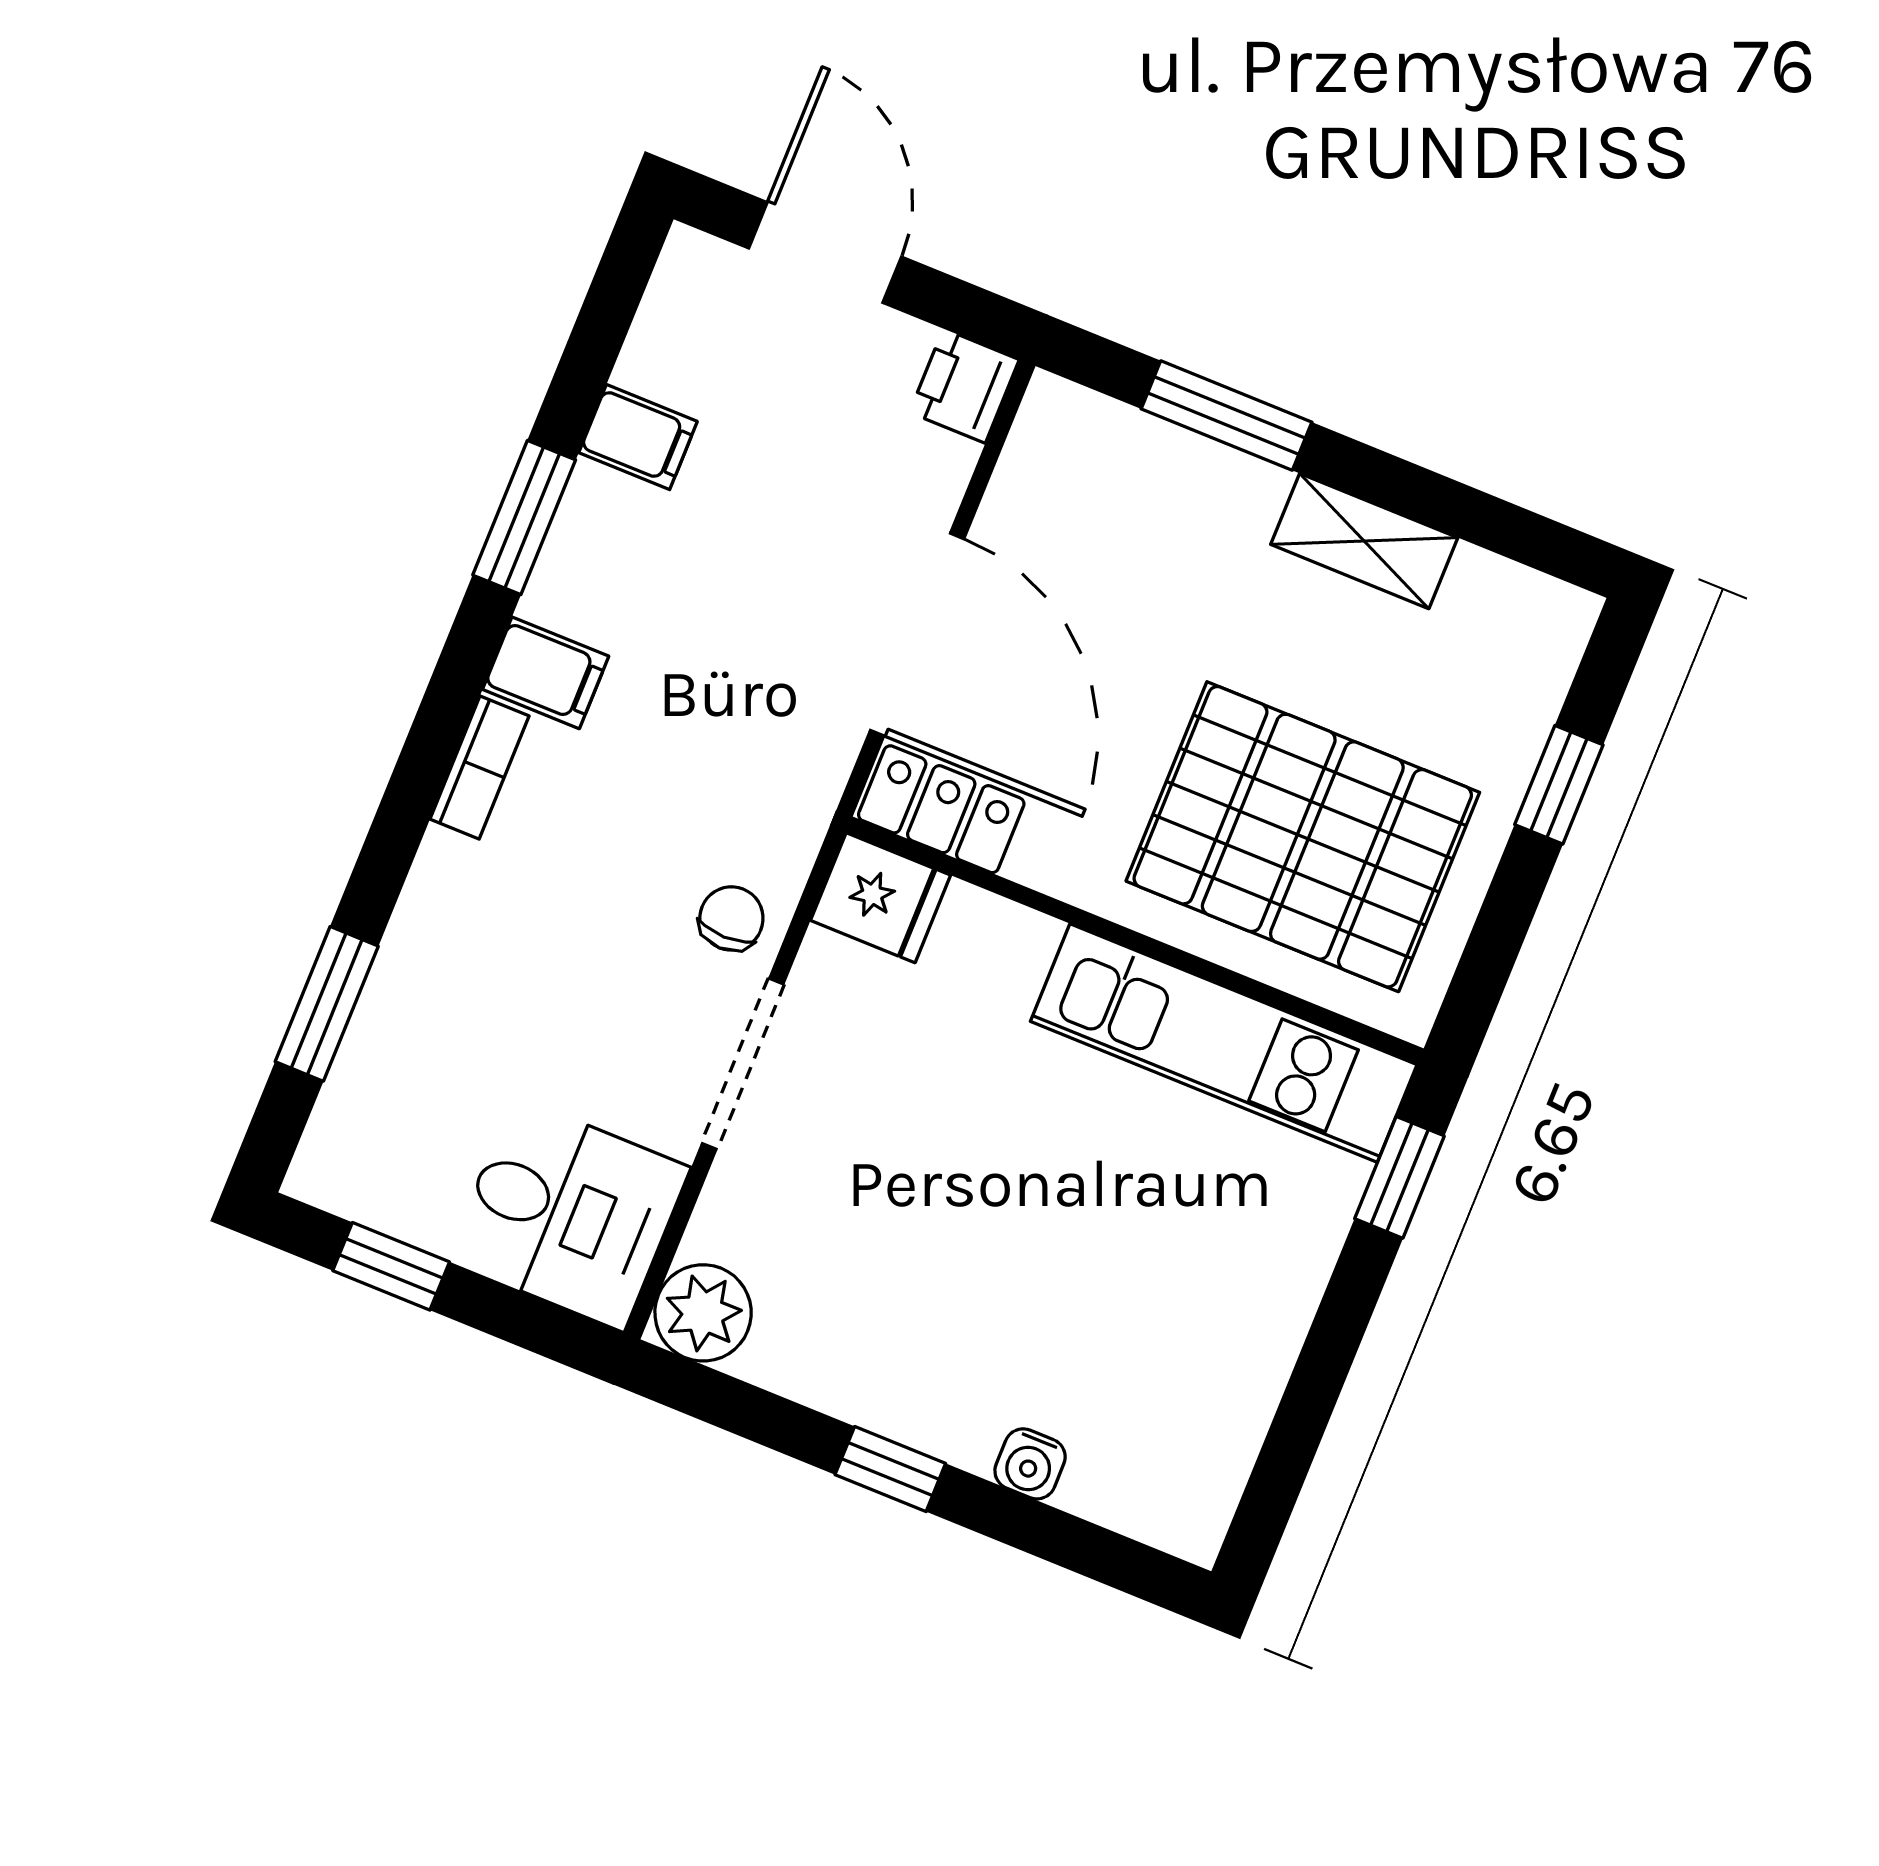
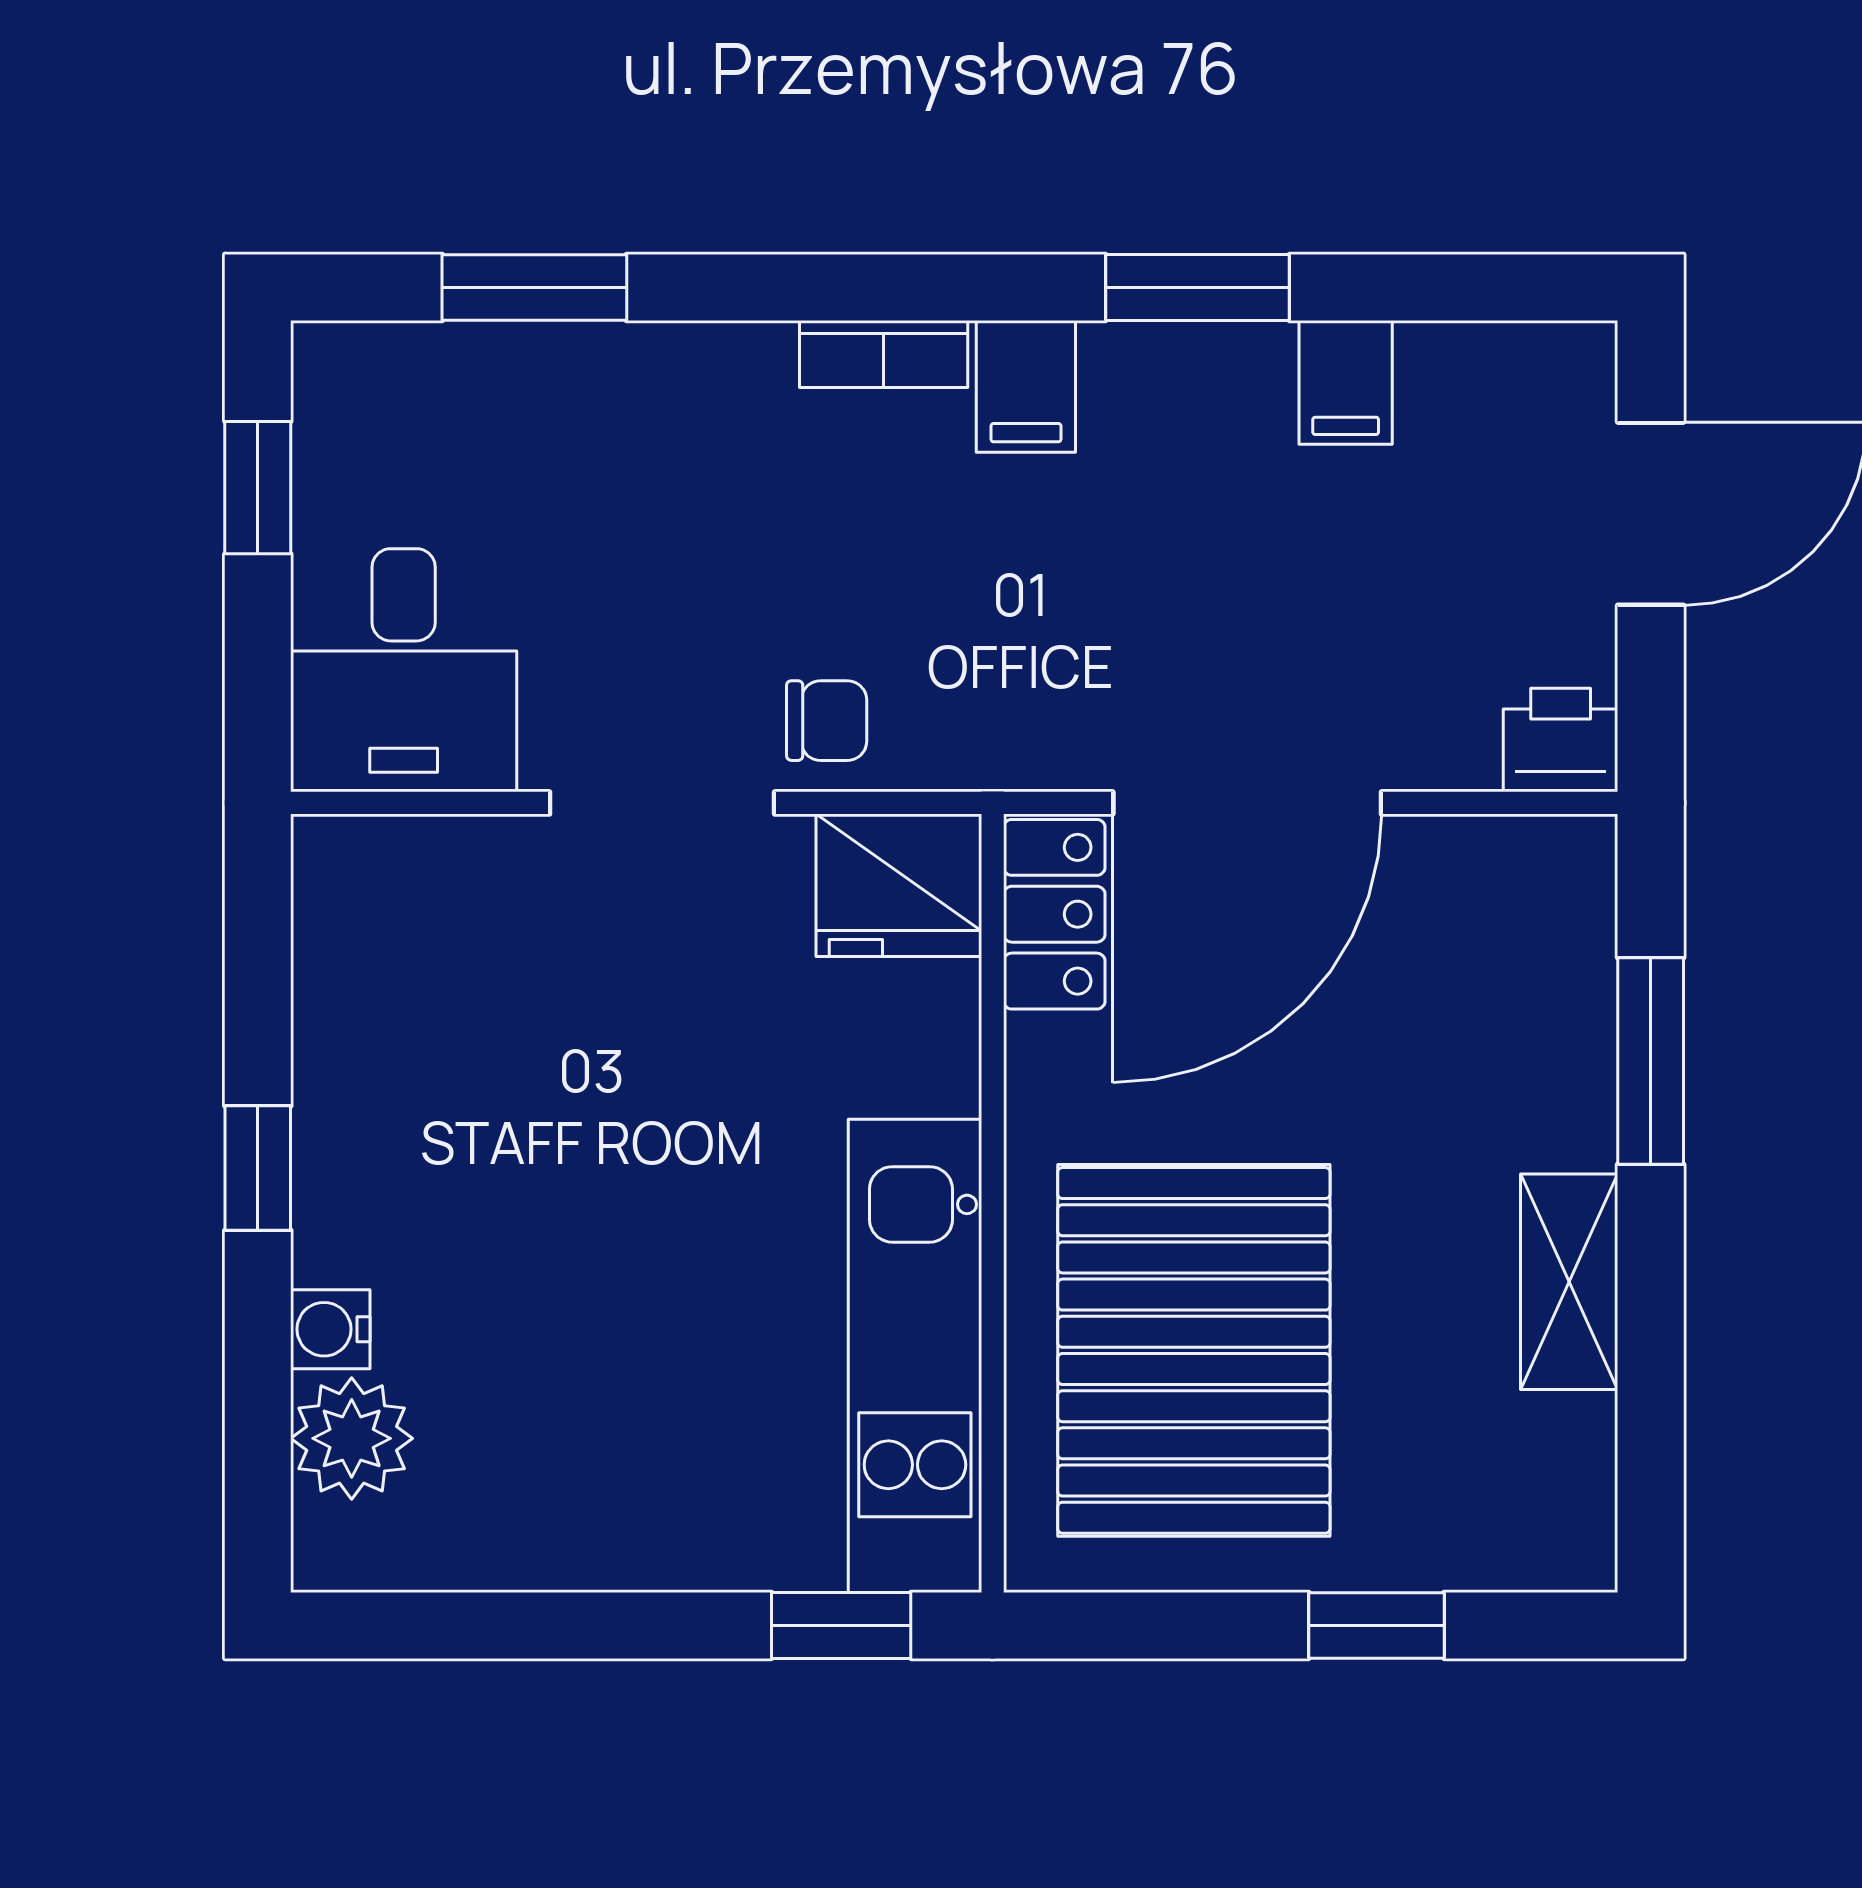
fridge: (881, 898) -> (899, 885), width x1.38
plant: (703, 1313) -> (352, 1438), moved

